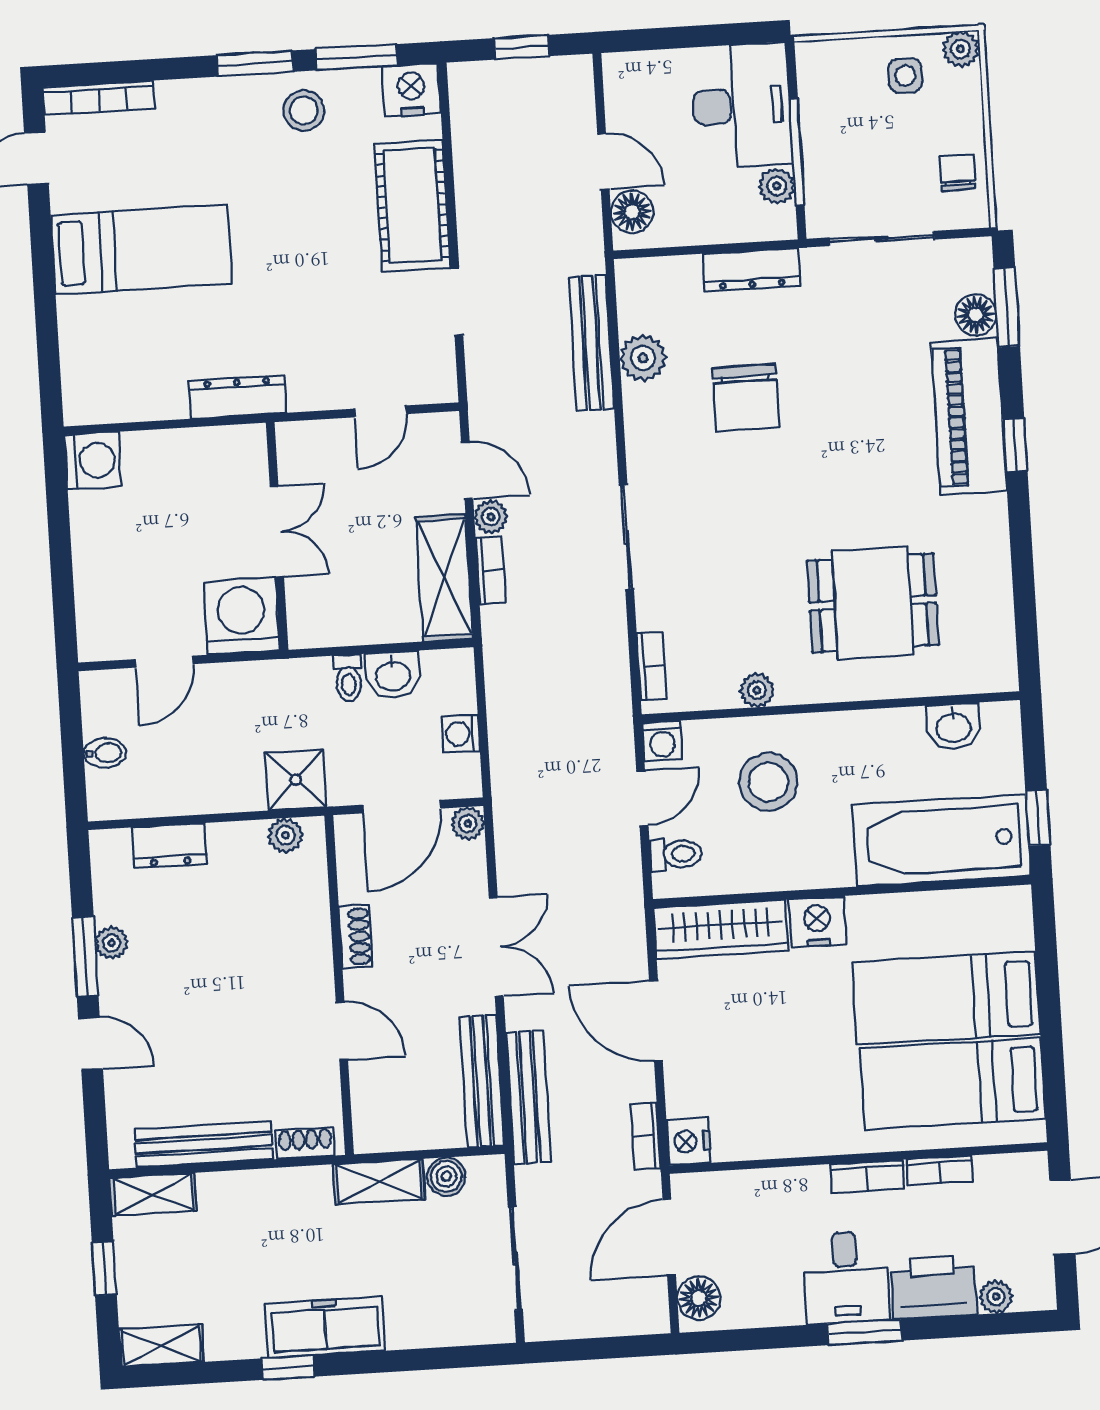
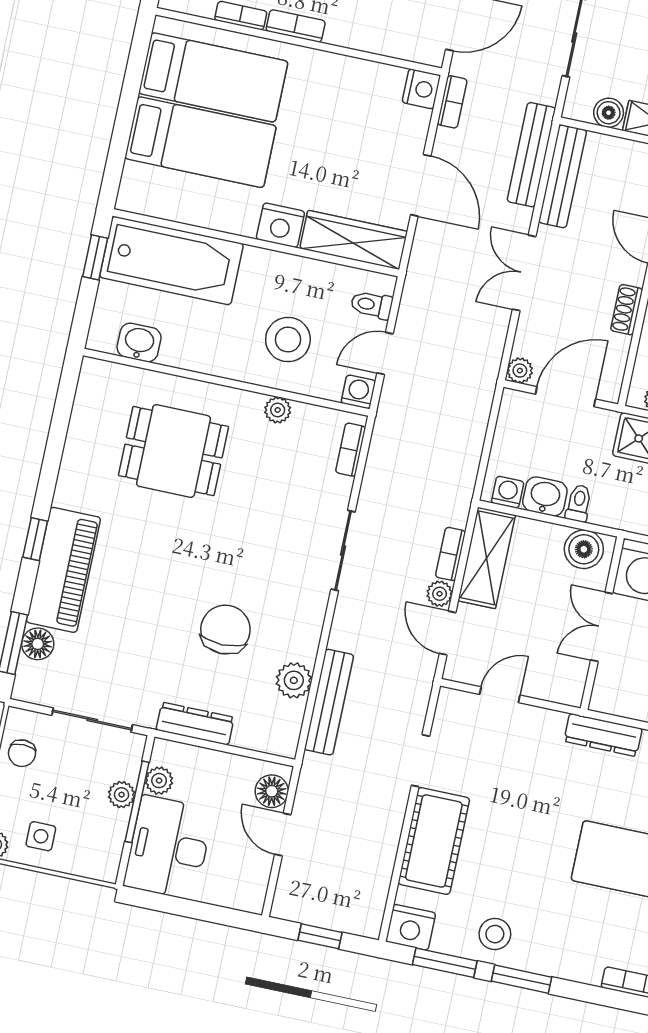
plant: (819, 155) -> (122, 795), added
boiler: (326, 622) -> (584, 549), added
washing machine: (461, 734) -> (508, 492), moved, turned -90

